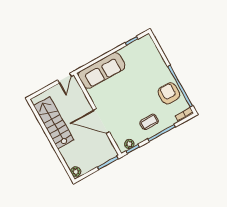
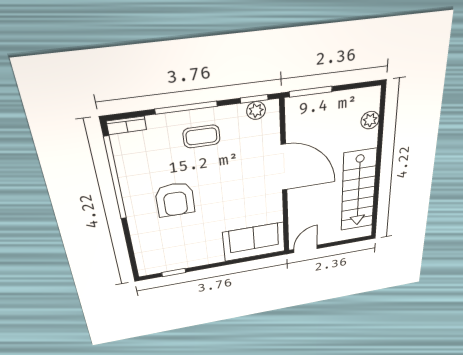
sofa: (102, 70) -> (254, 242), width x0.73
armchair: (169, 93) -> (175, 200), moved
plant: (76, 172) -> (370, 120), moved

